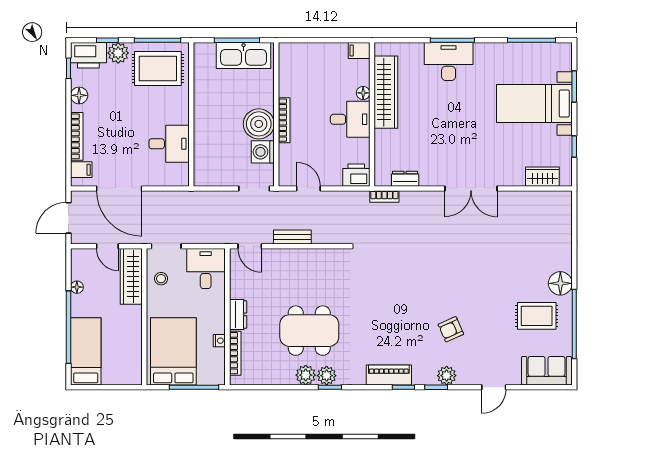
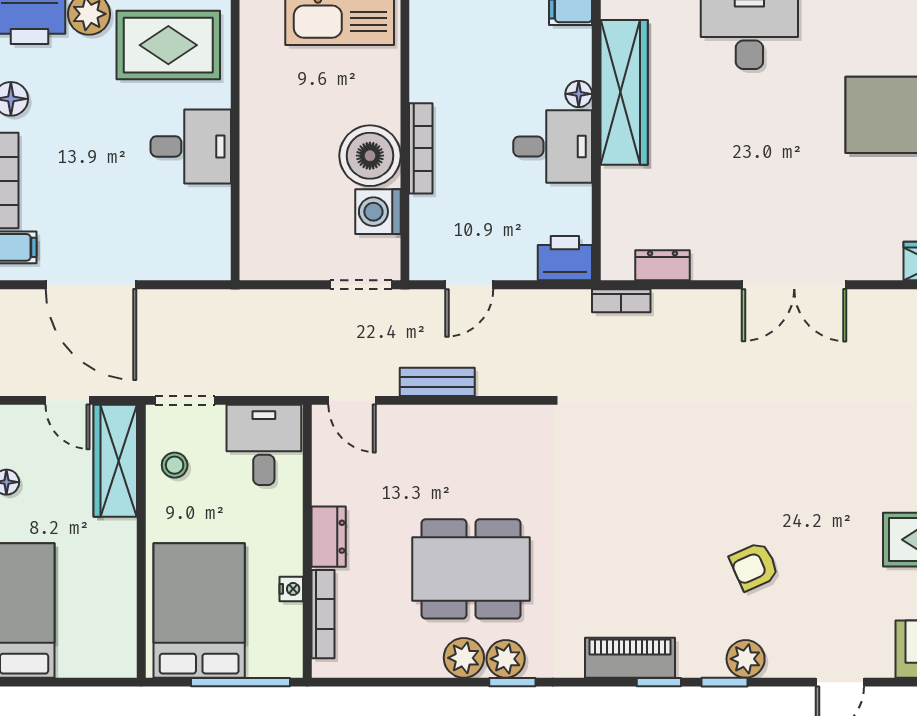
desk: (169, 144) -> (191, 146), moved
door: (308, 188) -> (469, 285), swing flipped

